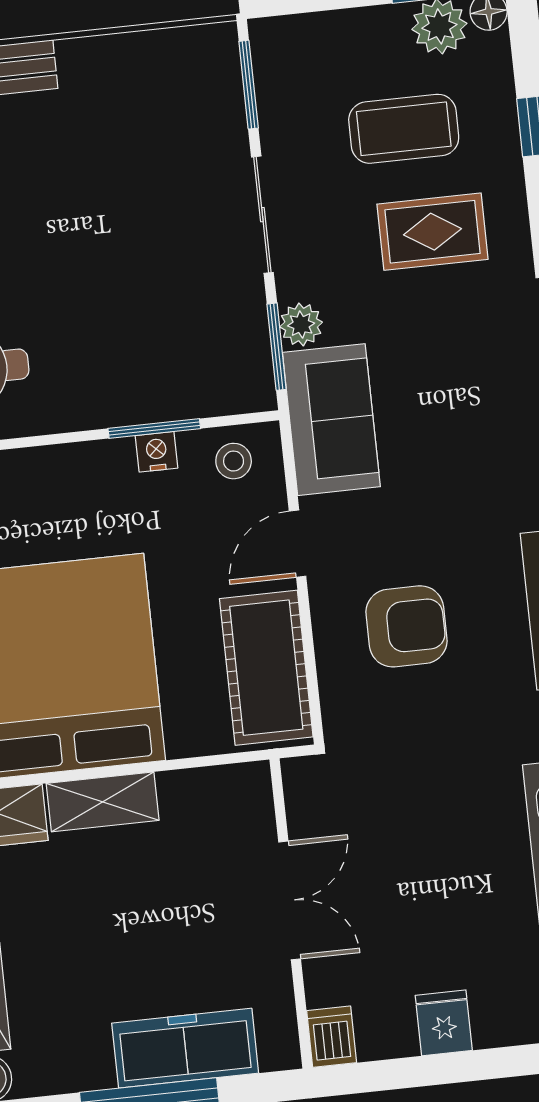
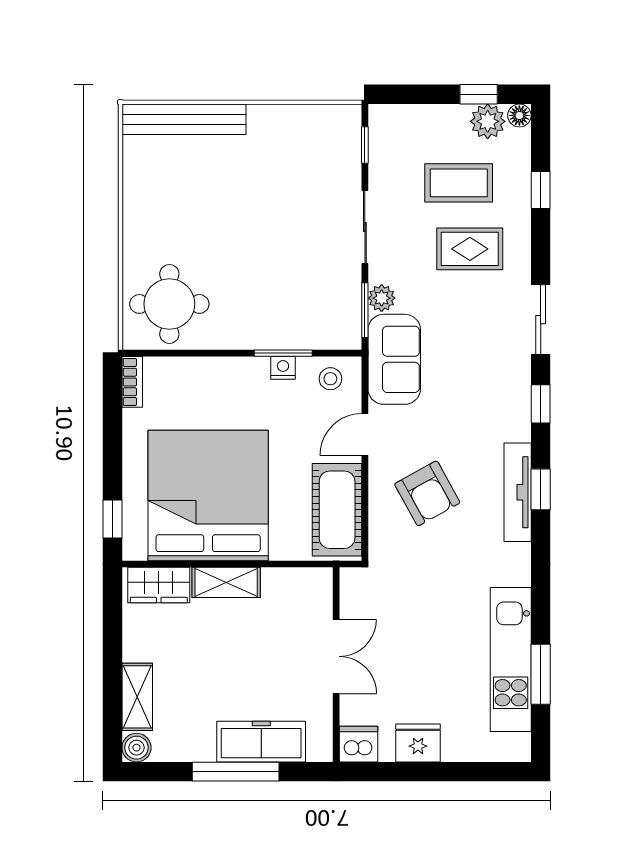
window: (249, 85) -> (365, 145), width x0.67
armchair: (407, 626) -> (427, 493), turned 61
fridge: (444, 1023) -> (418, 743), width x1.38
dishwasher: (332, 1037) -> (358, 744), width x1.38

